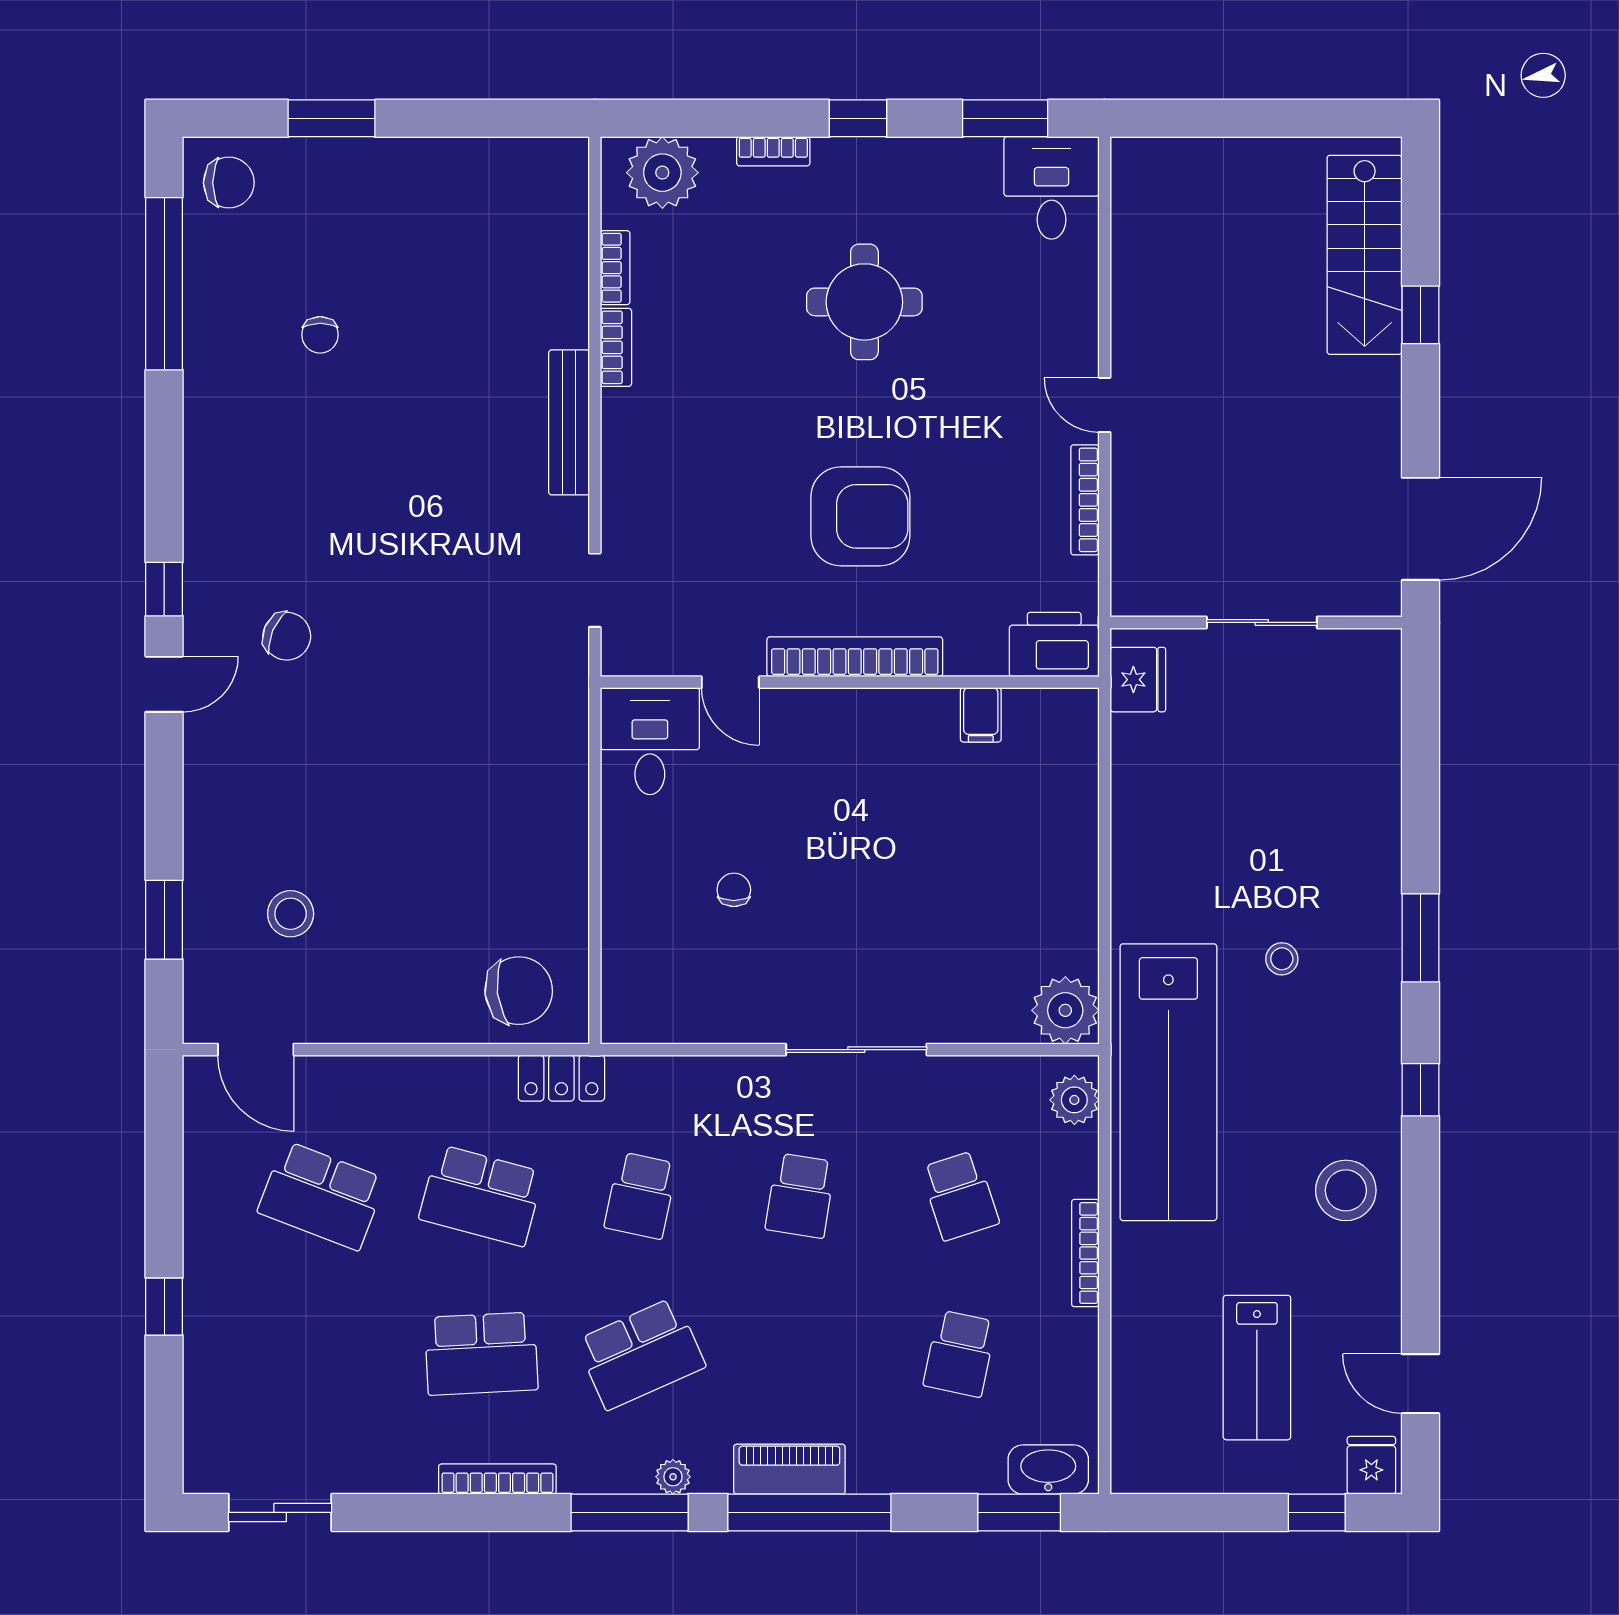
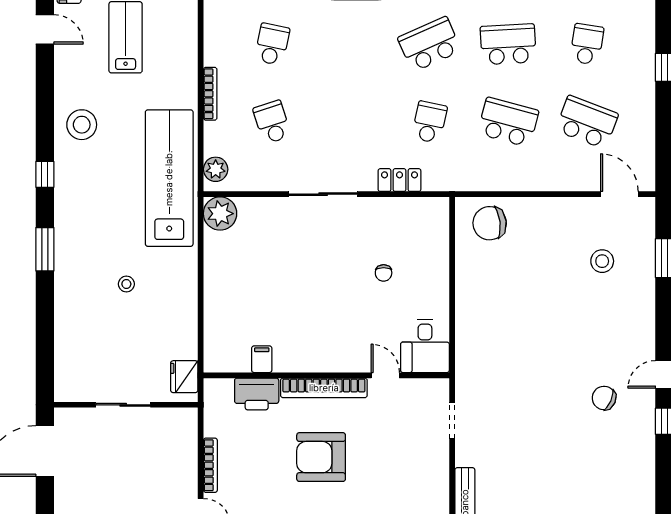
printer: (1054, 644) -> (257, 394), moved
stool: (1282, 959) -> (126, 284), moved
locker: (561, 1078) -> (399, 180), moved
school desk: (800, 1196) -> (587, 44), moved

